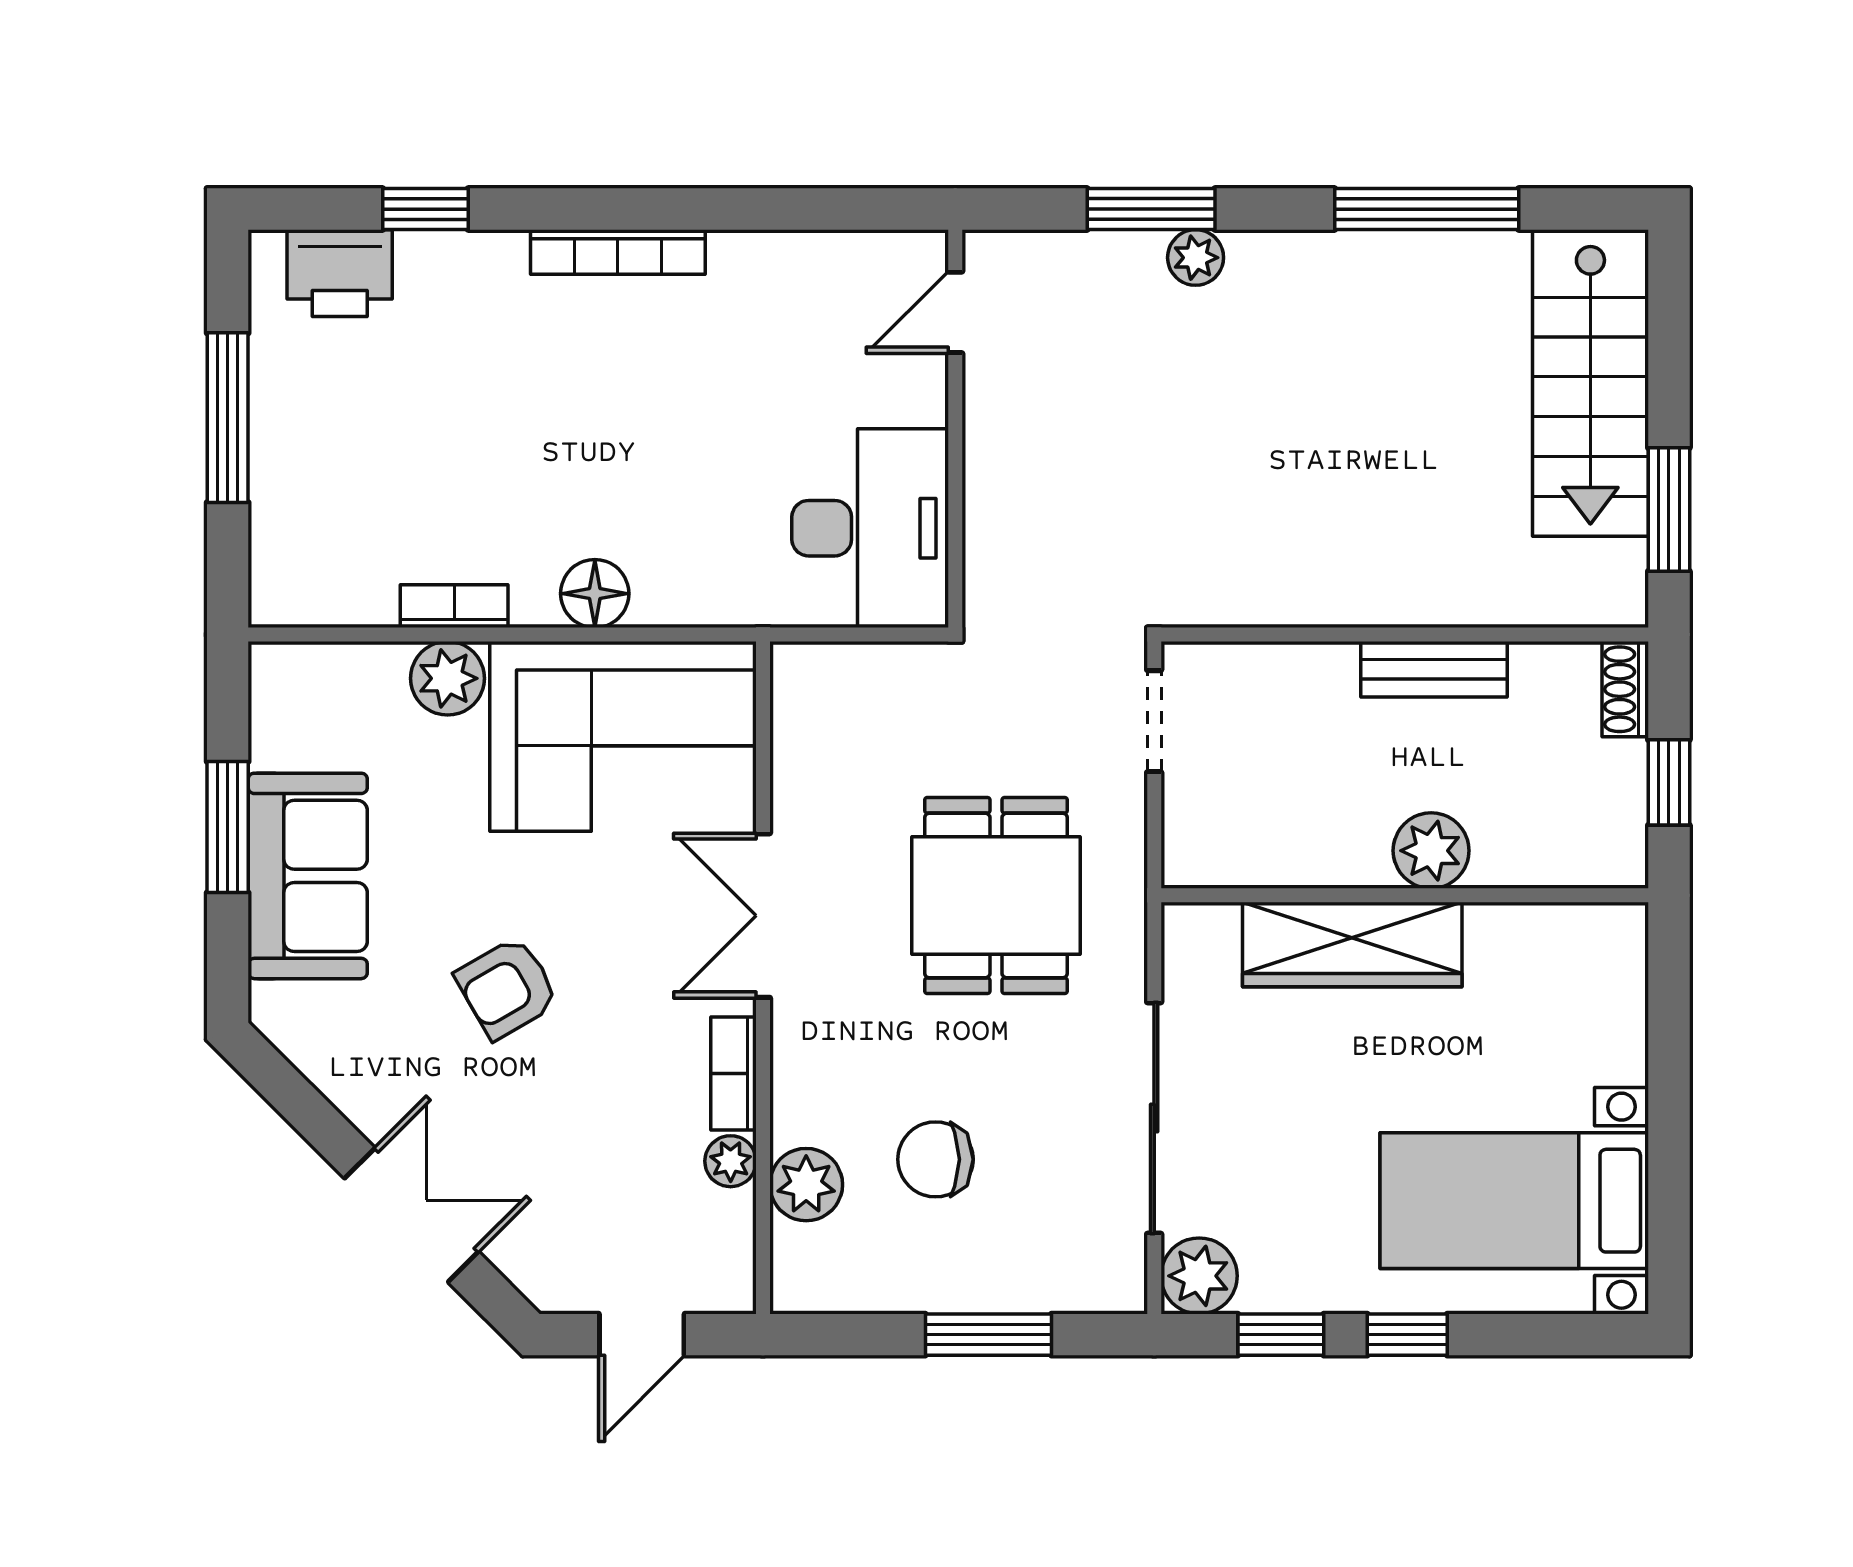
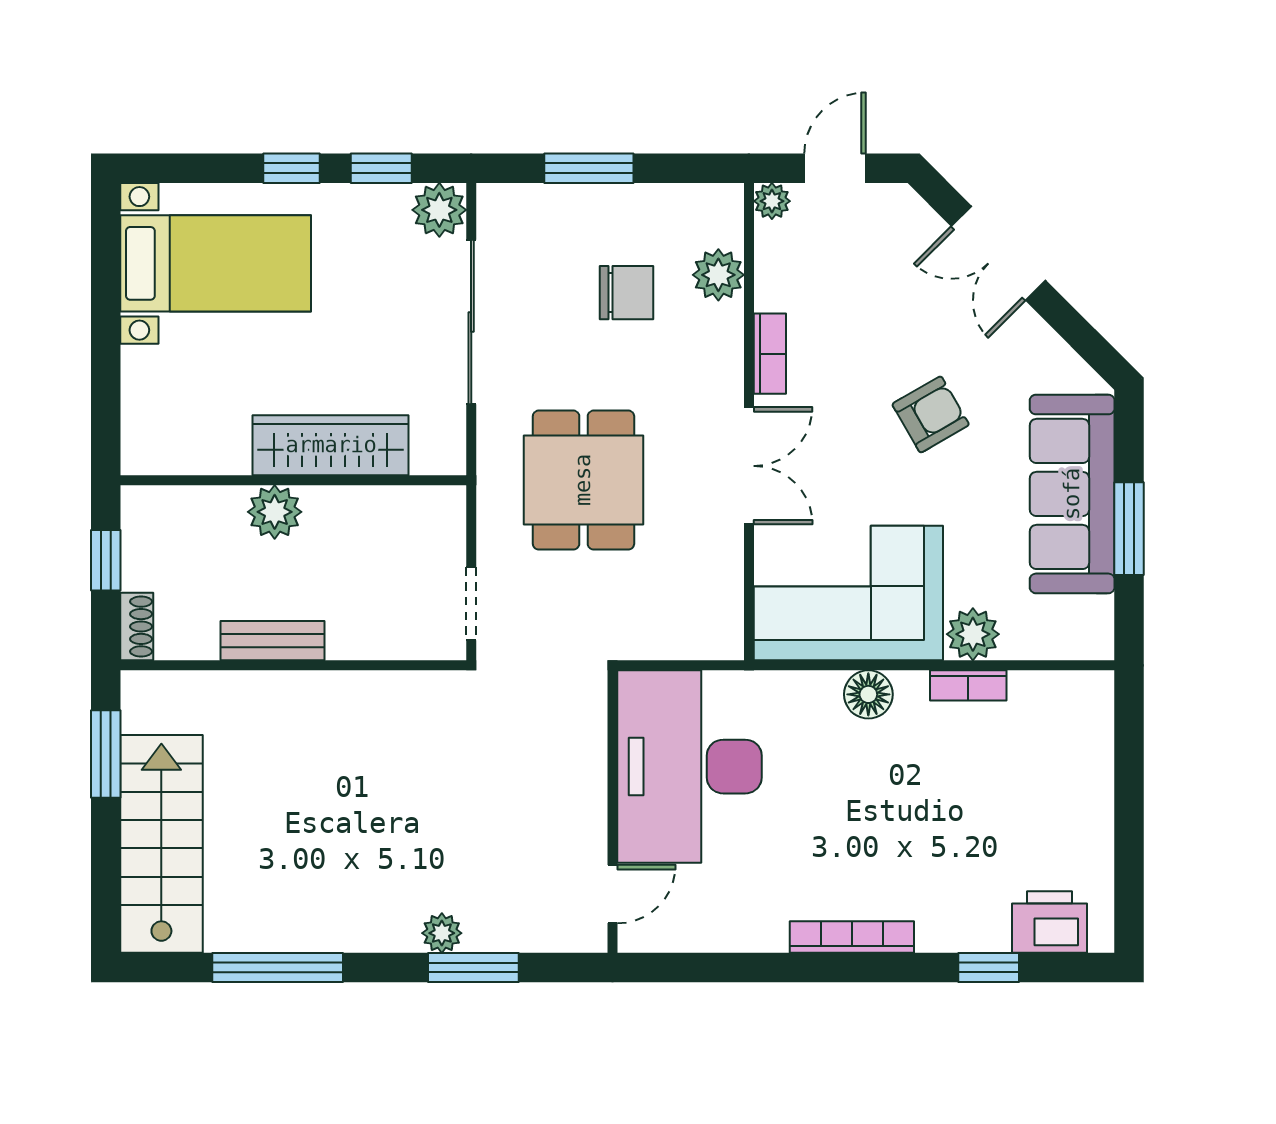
window: (228, 418) -> (1129, 819), removed
desk: (870, 528) -> (690, 767), width x1.36, depth x1.30
sofa: (308, 876) -> (1072, 494), width x1.36
plant: (731, 1161) -> (772, 201), moved

